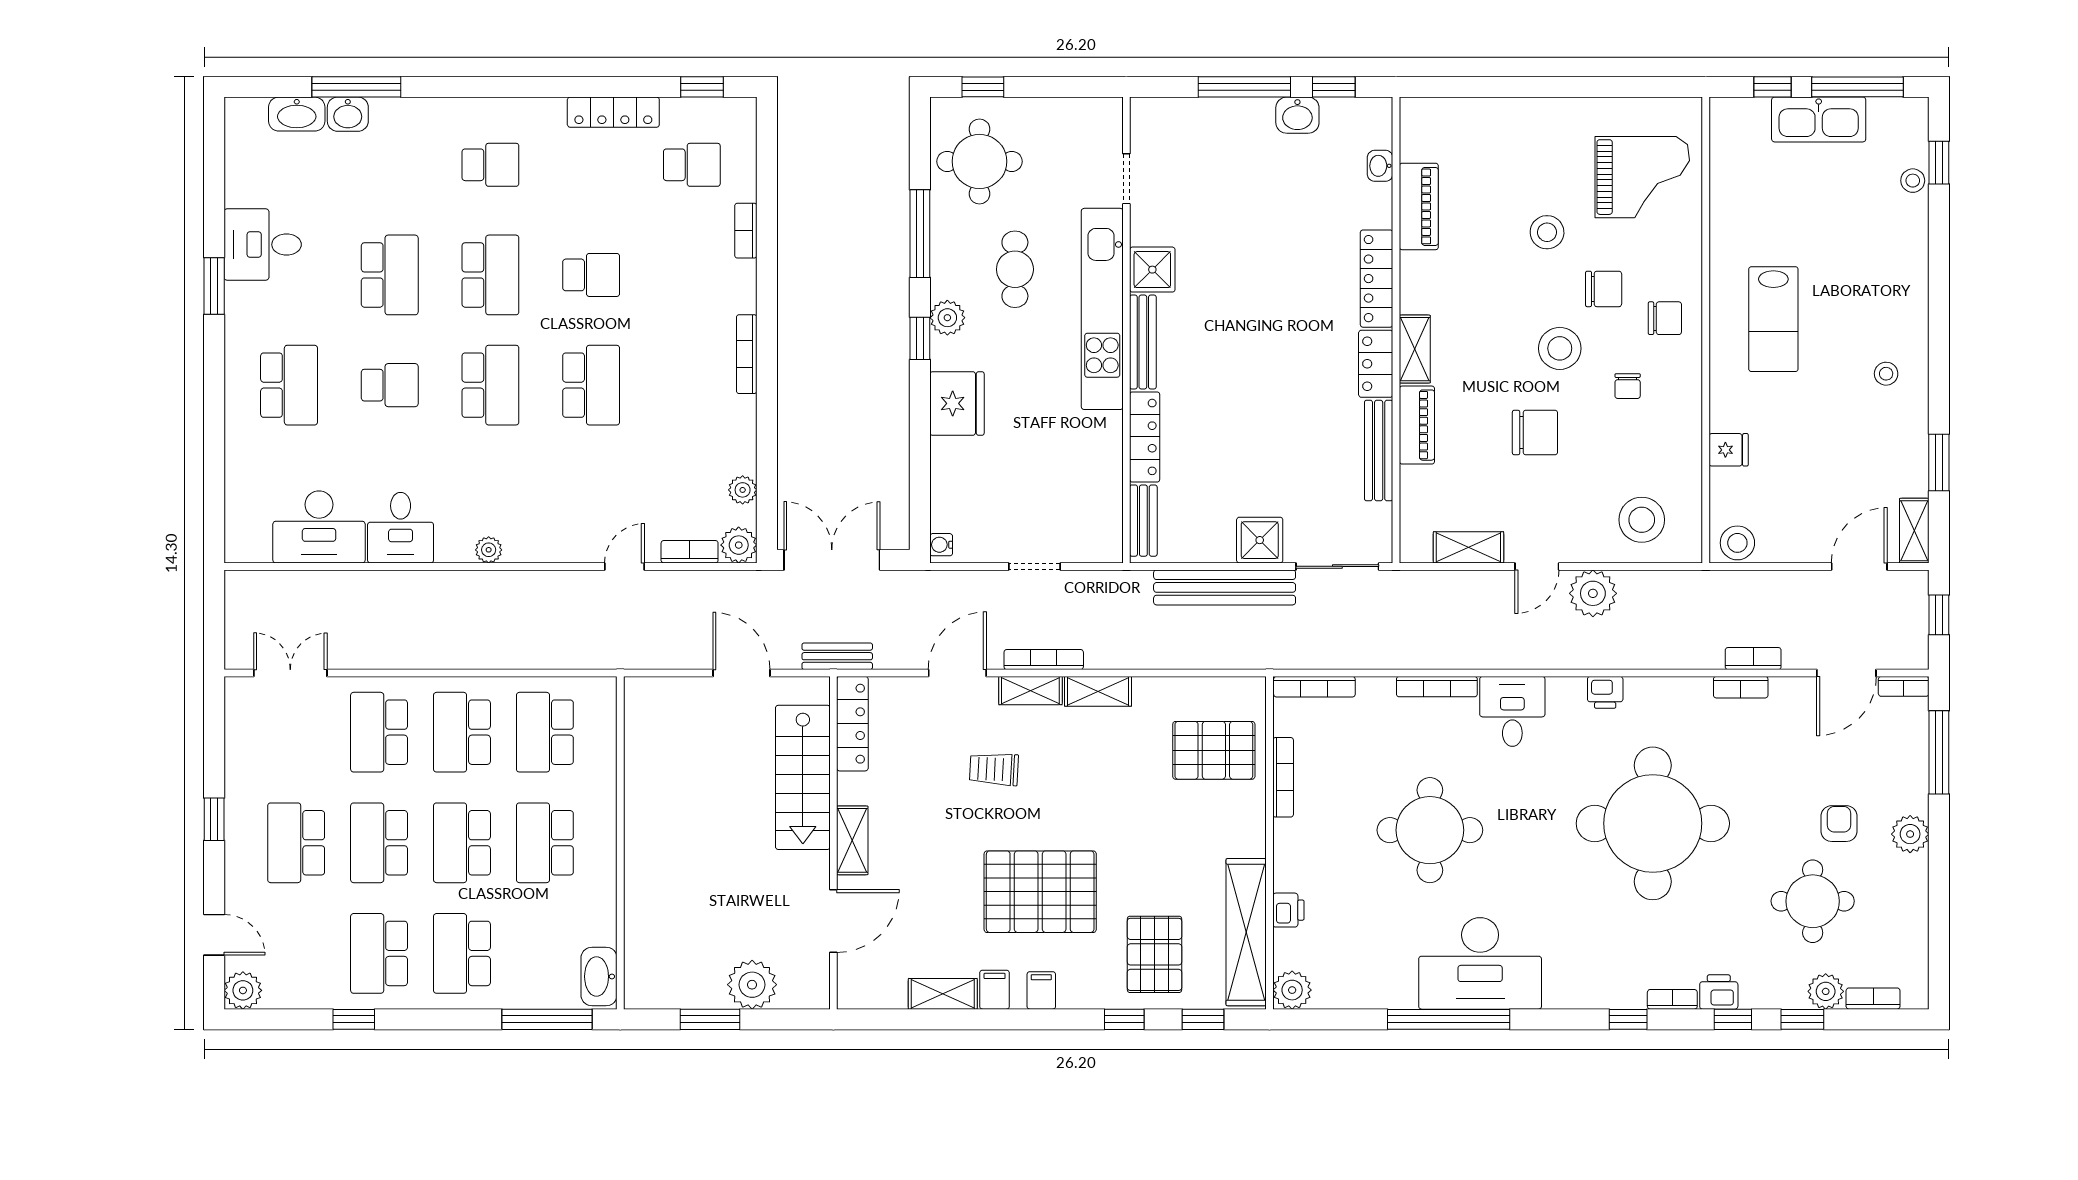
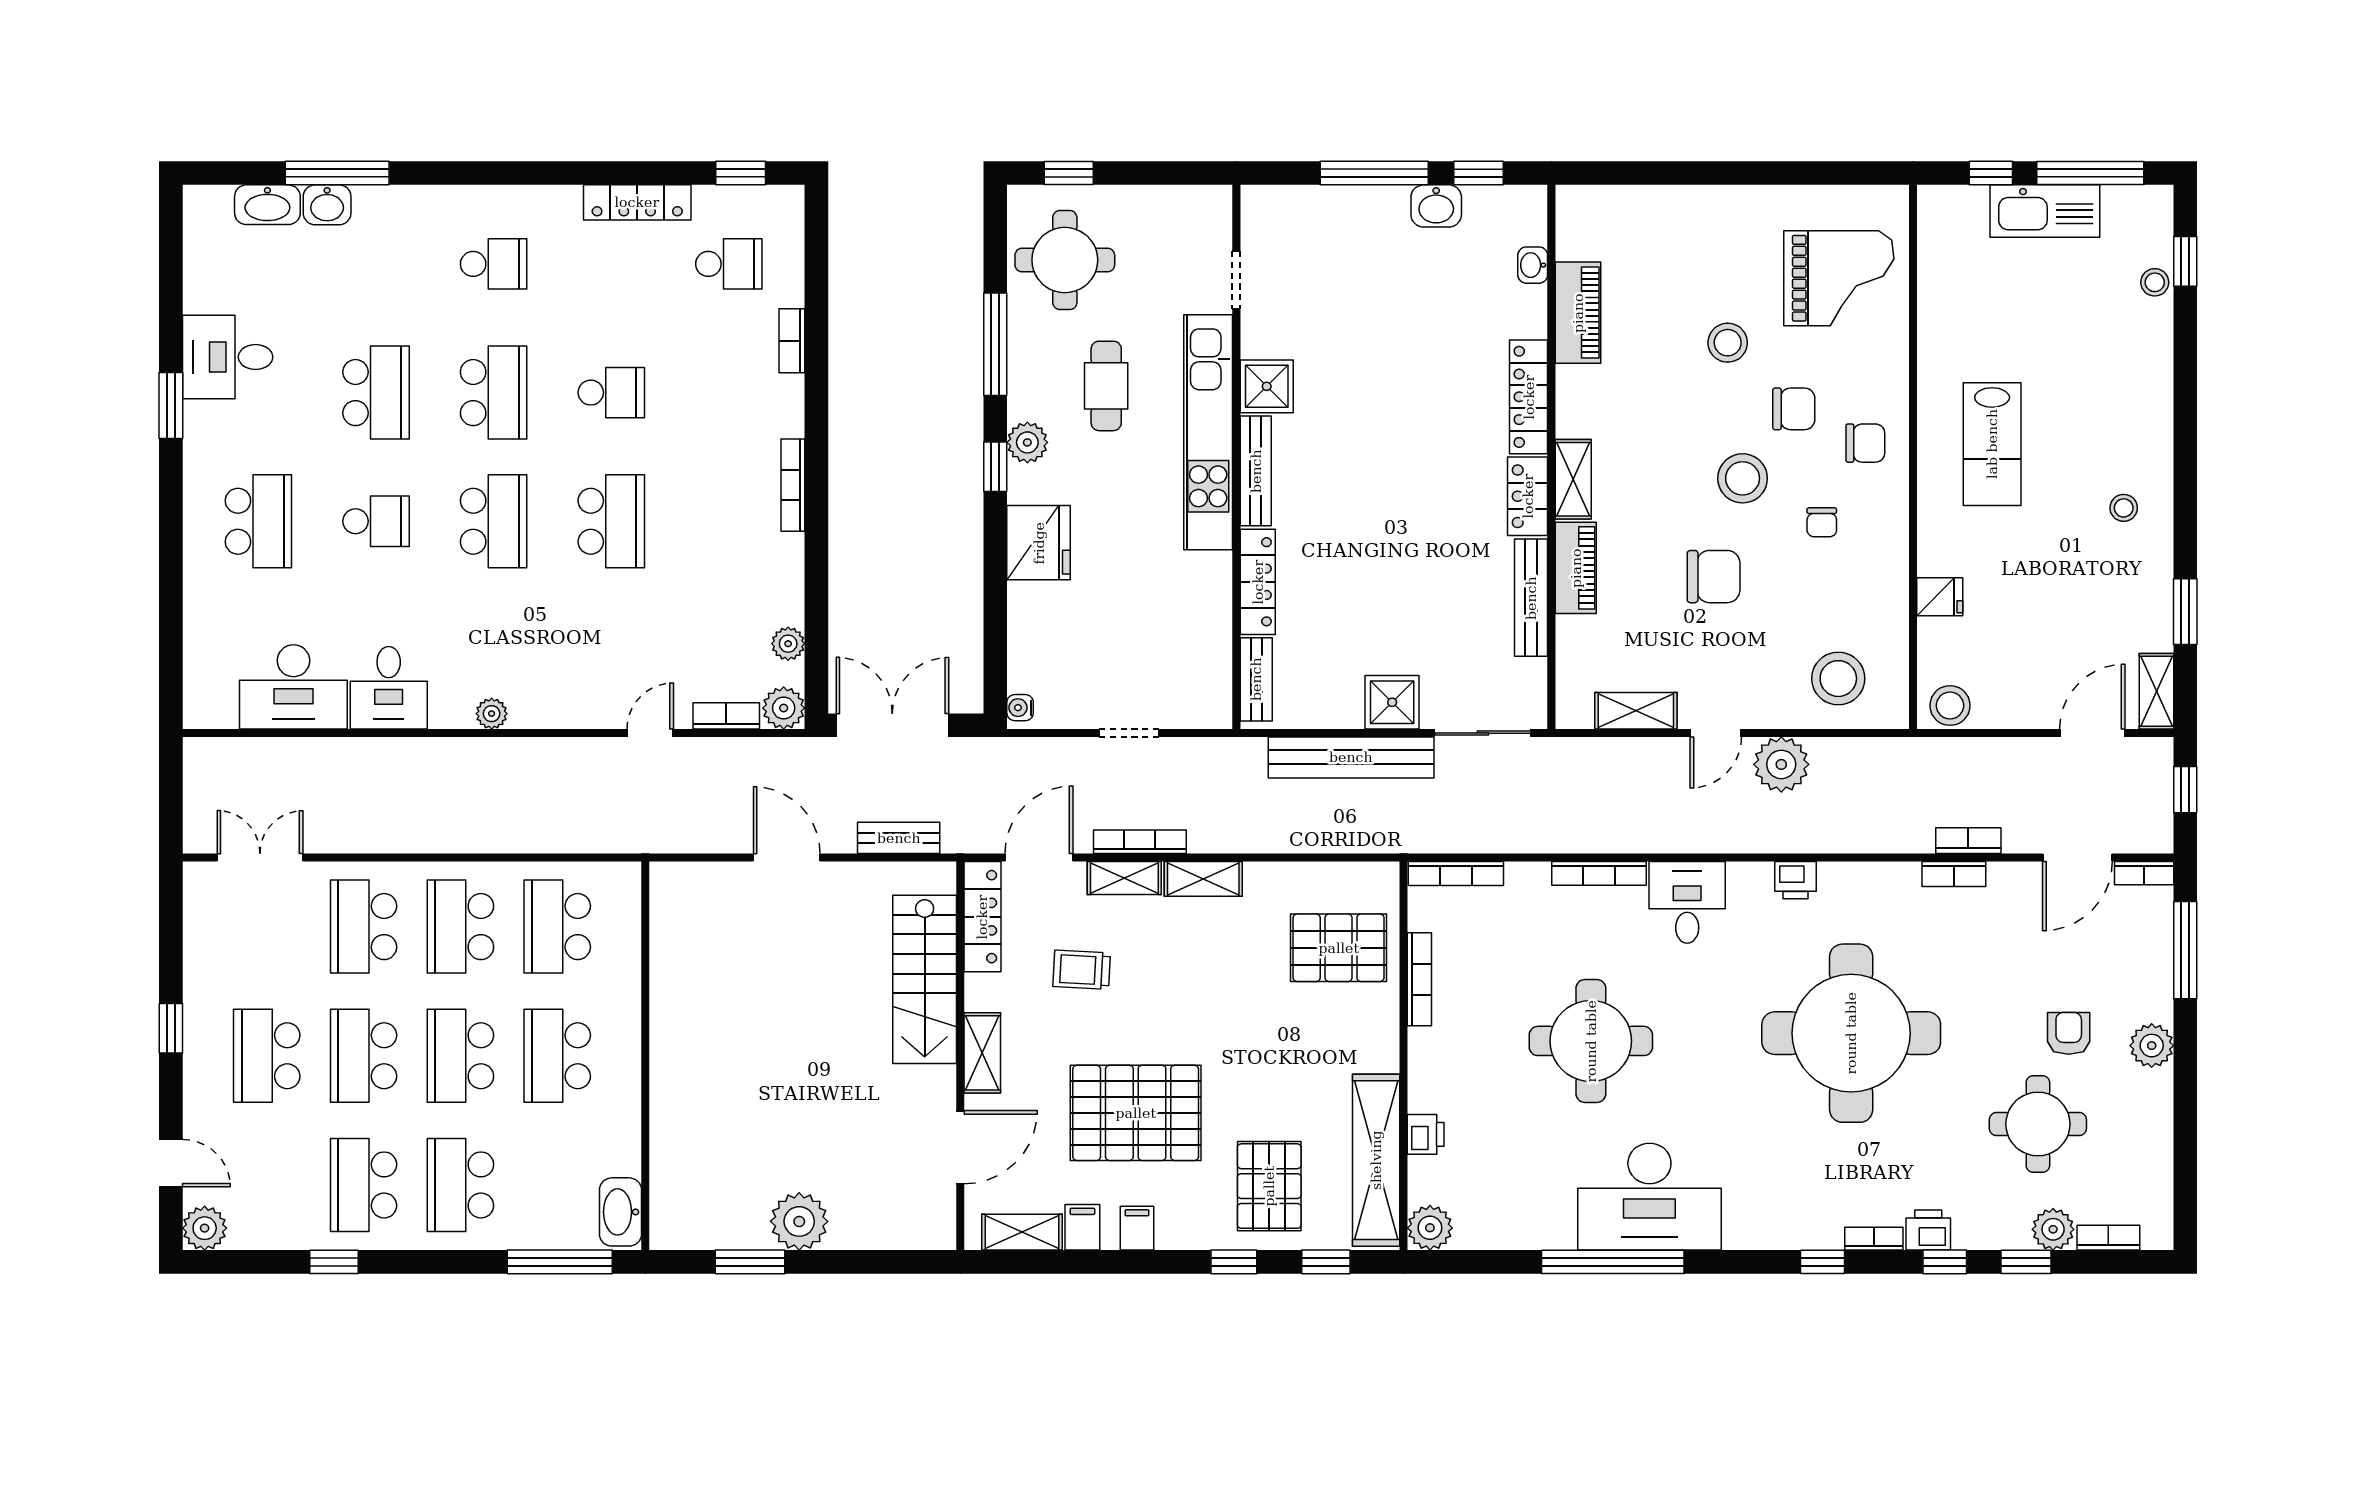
locker: (852, 724) -> (982, 917), moved
stairs: (803, 777) -> (925, 979), moved
shelving: (852, 840) -> (982, 1053), moved
wall: (833, 843) -> (960, 1056), moved
door: (833, 921) -> (960, 1147), moved

